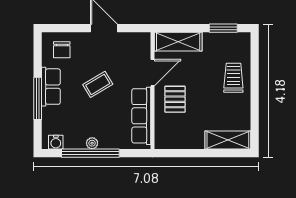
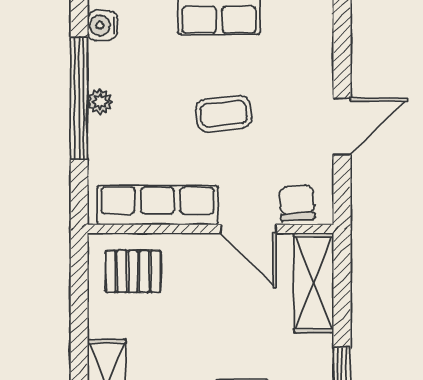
chair: (62, 50) -> (297, 203), moved, turned 86
coffee table: (98, 84) -> (224, 114), turned -65
pallet: (175, 99) -> (133, 271), moved

